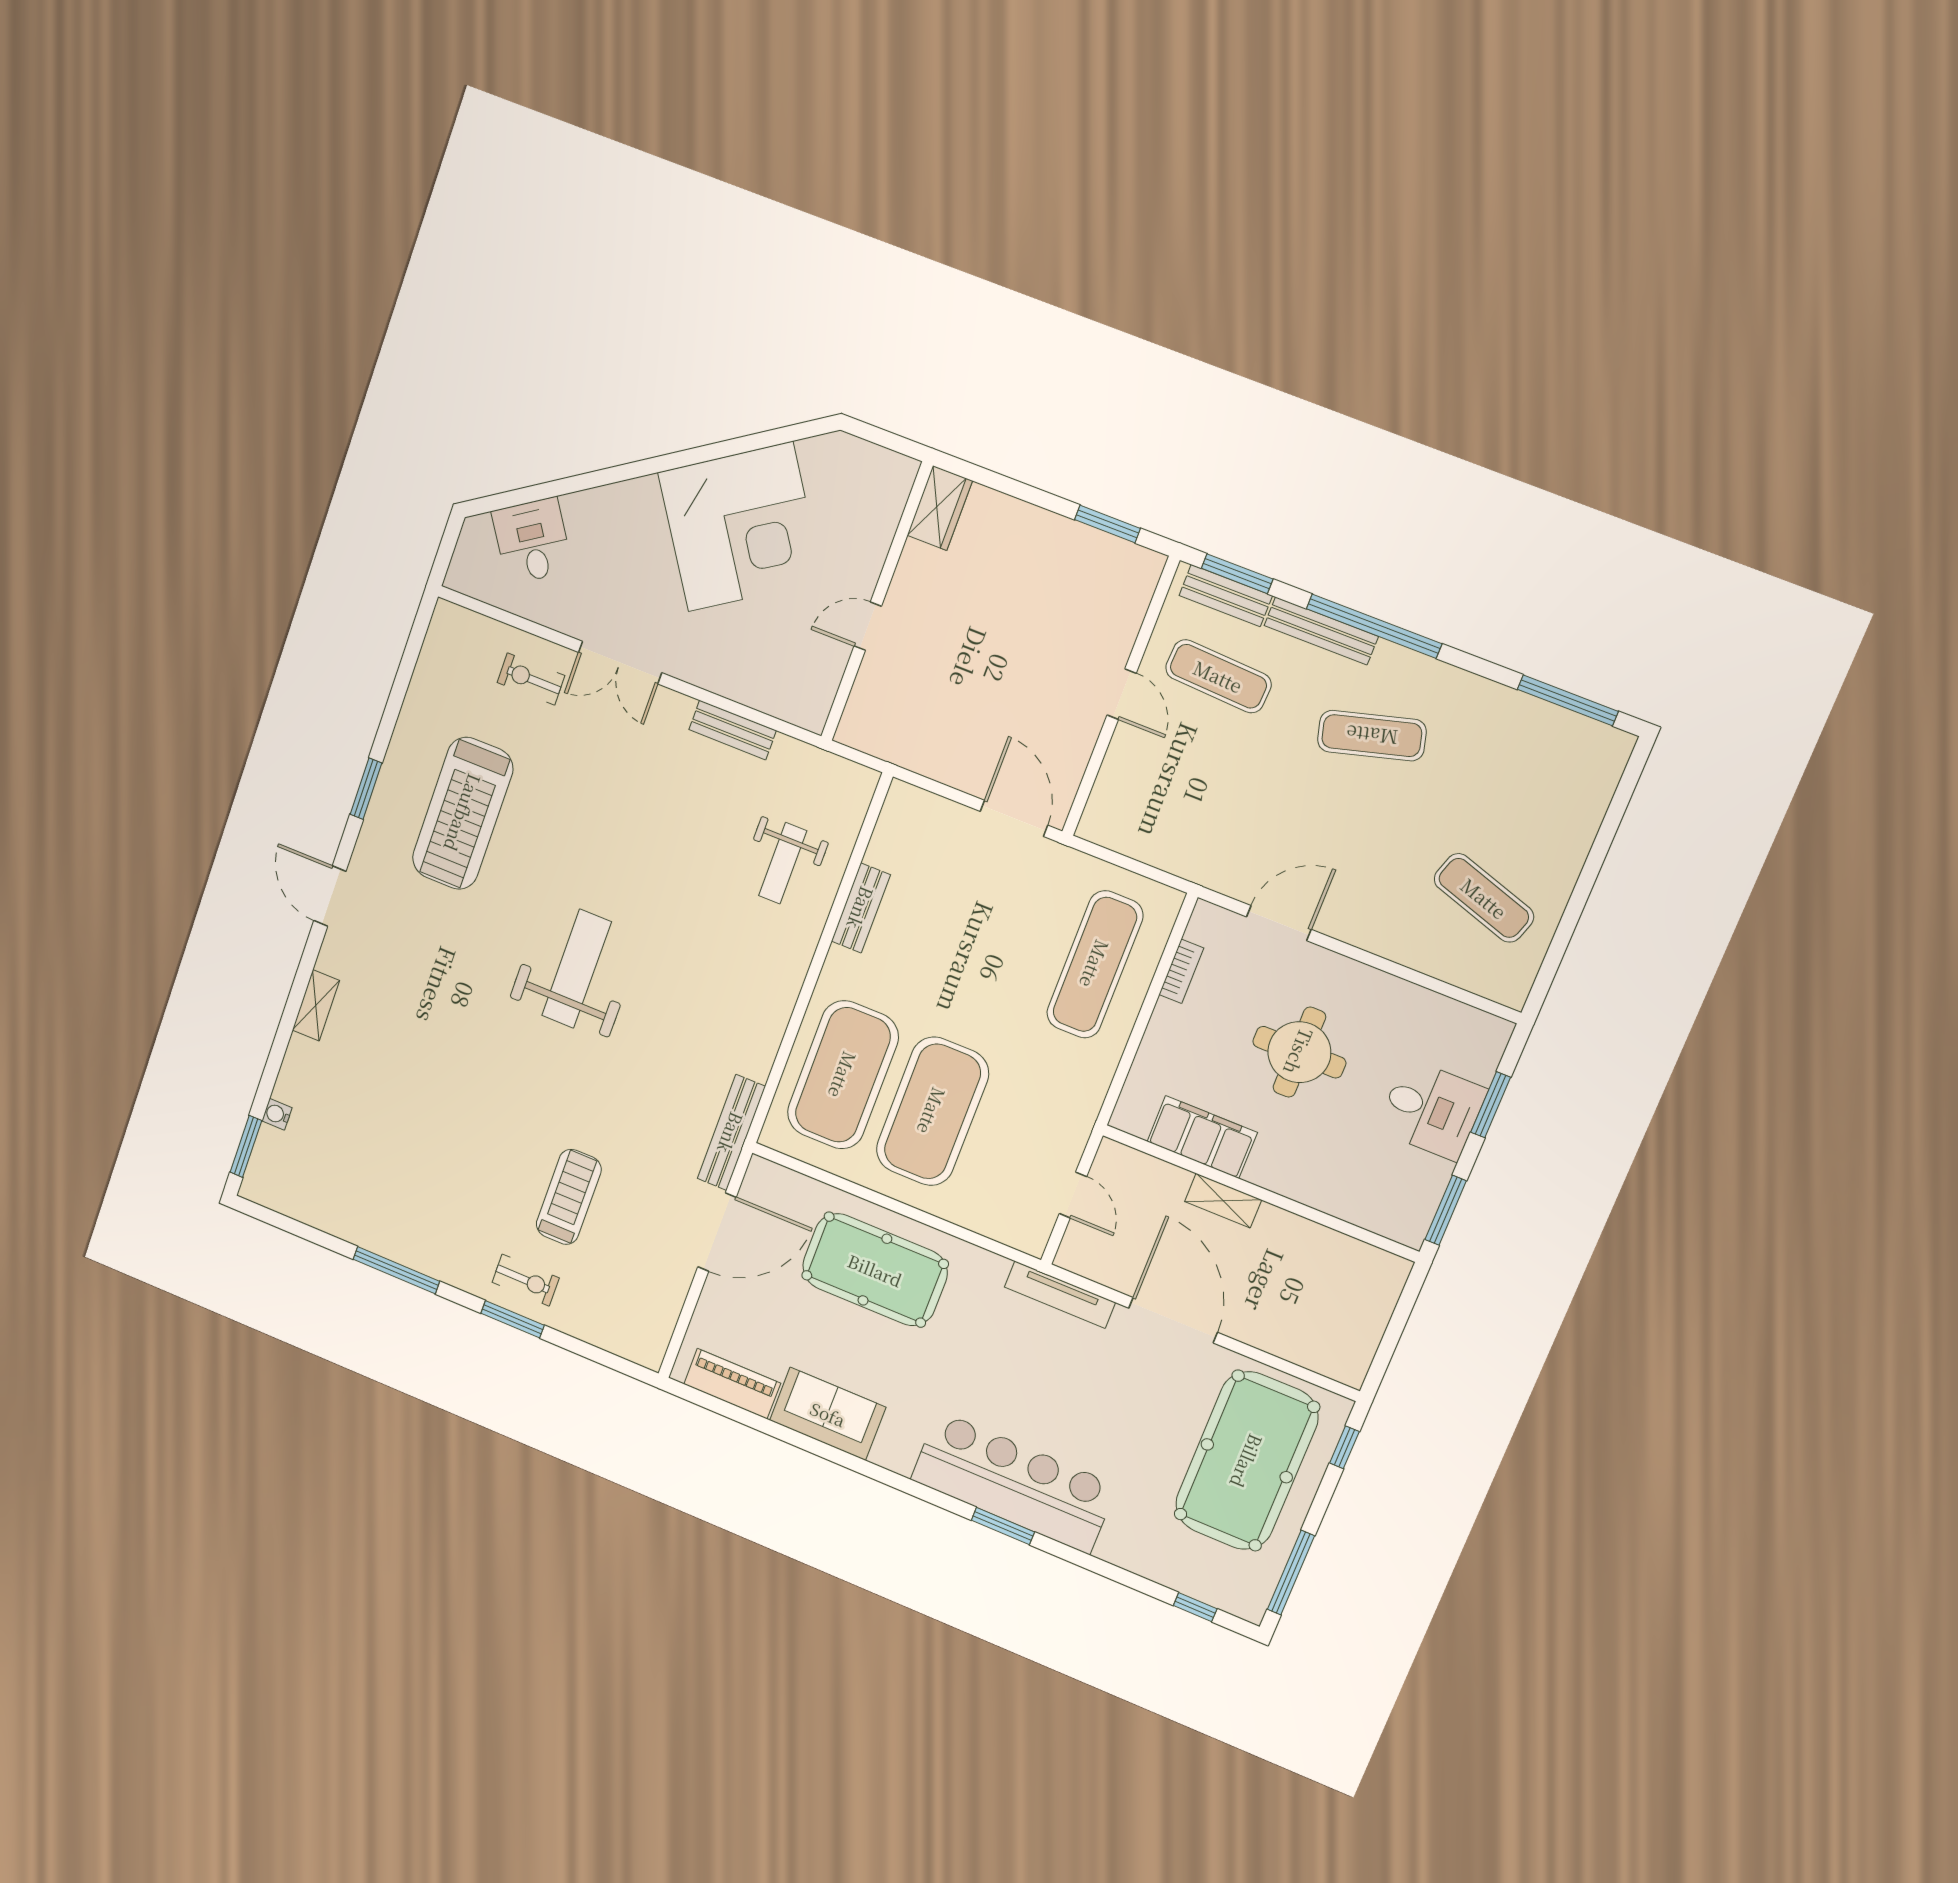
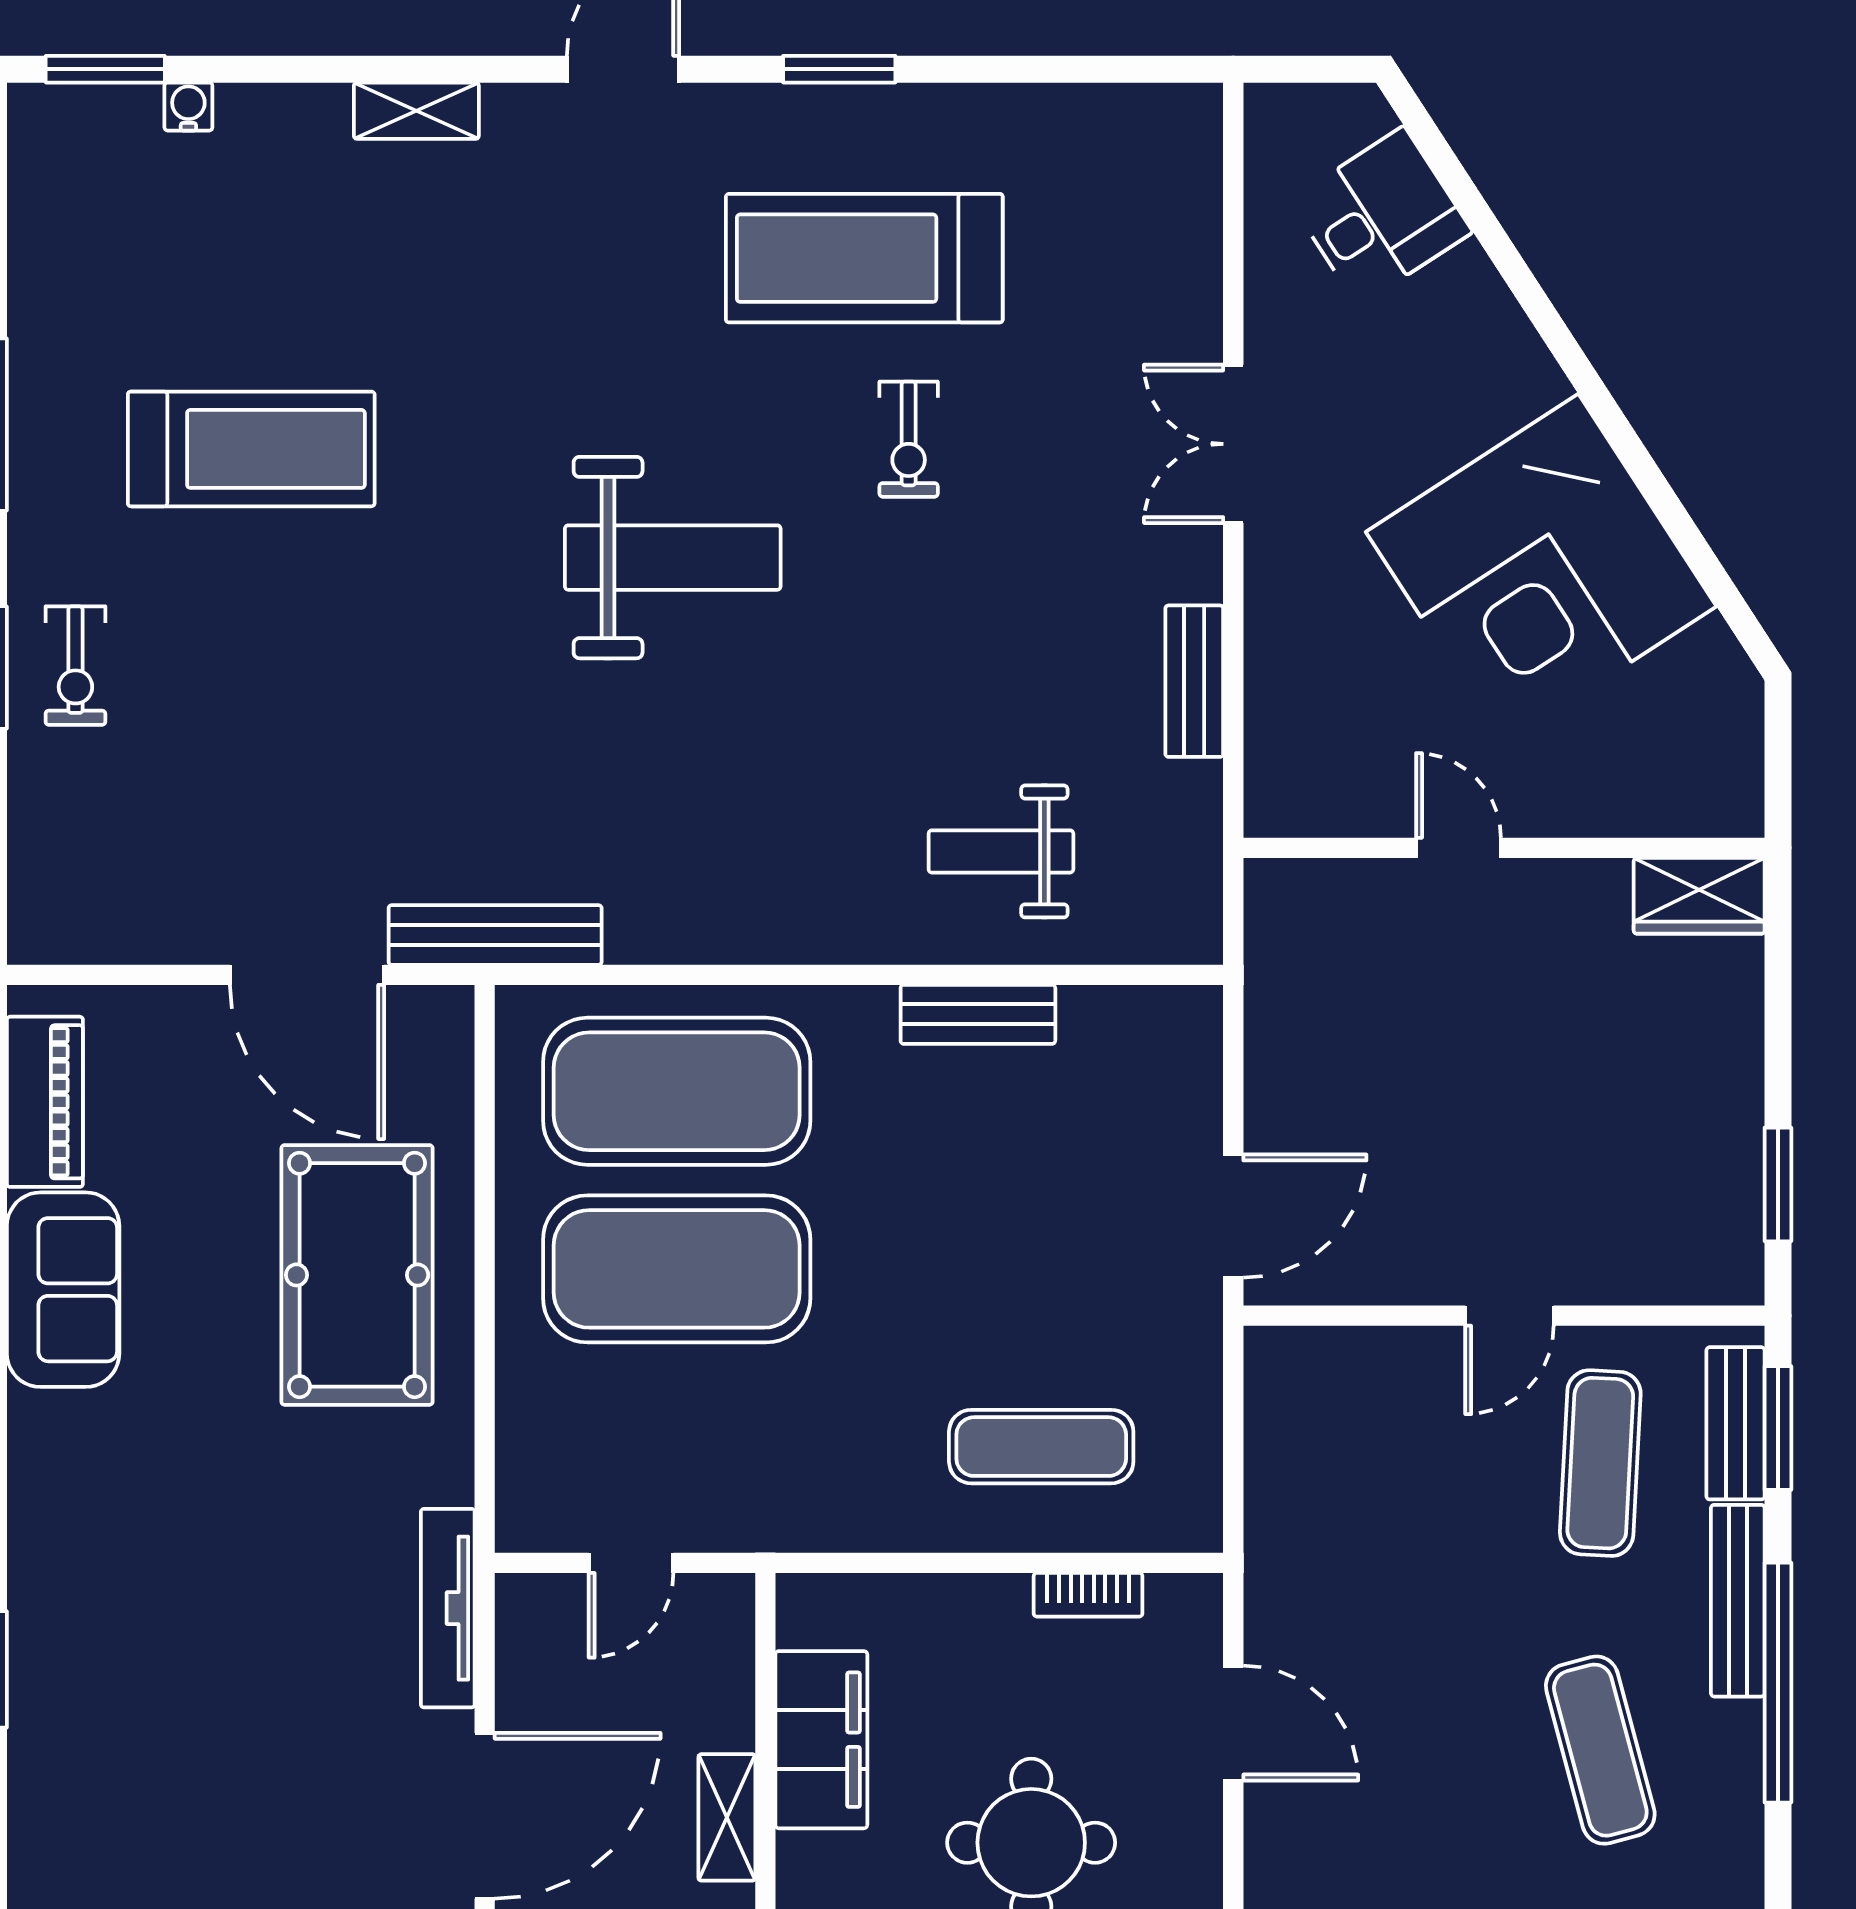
exercise bike: (531, 679) -> (909, 439), moved, turned 180
exercise mat: (1095, 964) -> (1041, 1447), width x0.73, depth x0.69
treadmill: (569, 1197) -> (251, 449), moved, width x1.37, depth x1.38
bar counter: (1014, 1482) -> (80, 1658), removed

